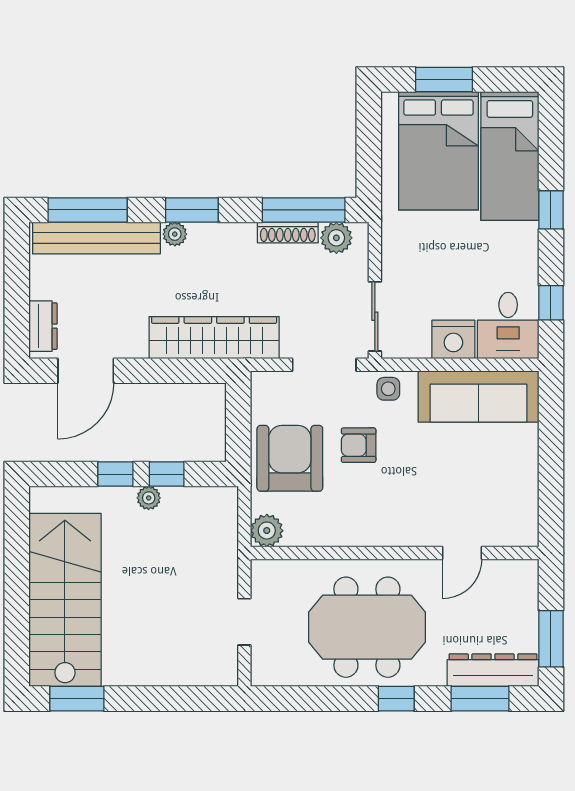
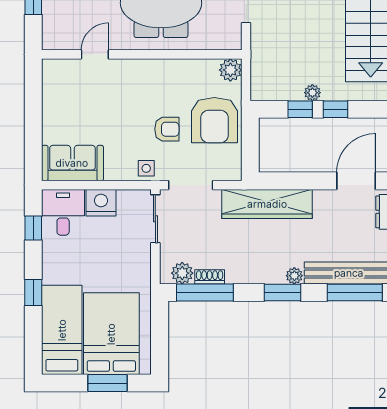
shoe rack: (288, 232) -> (210, 277), width x0.70
sofa: (478, 396) -> (72, 163), width x0.73

